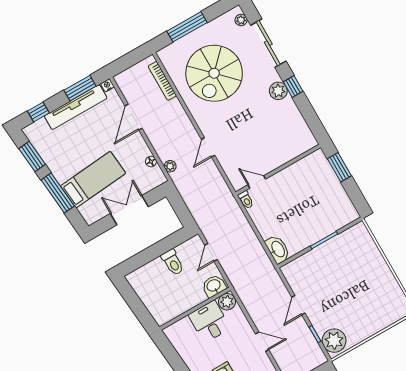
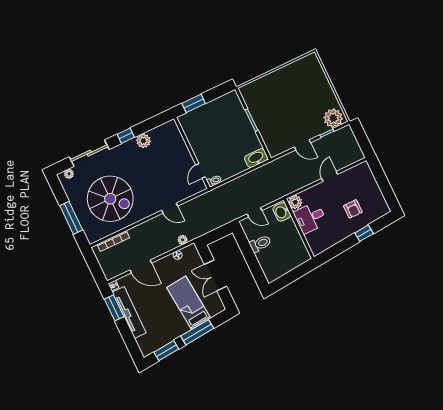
plant: (278, 91) -> (143, 141), moved
window: (38, 112) -> (131, 343), removed

